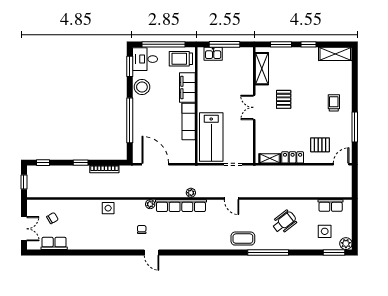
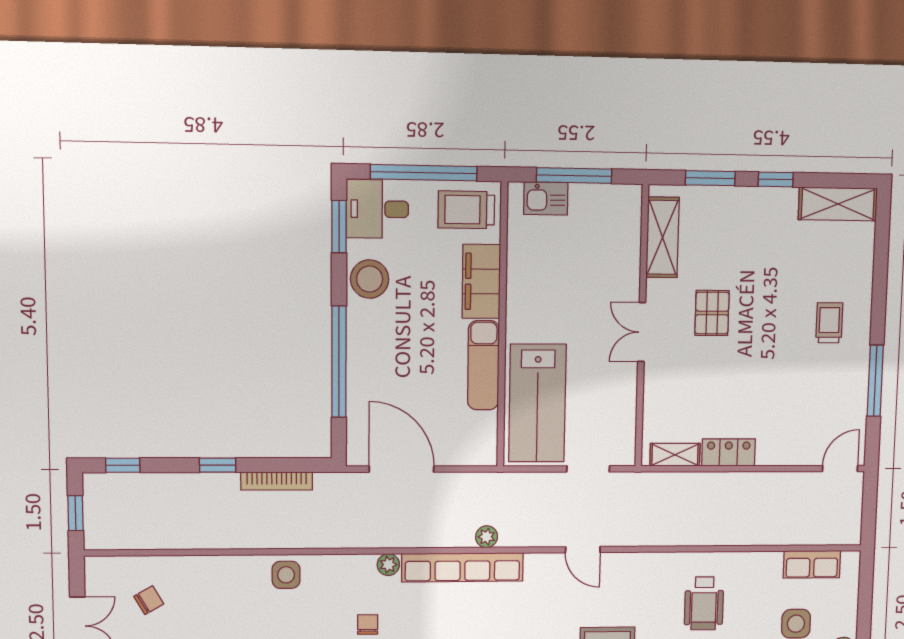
pallet: (320, 145) -> (793, 423), removed
wheelchair: (284, 222) -> (704, 603), turned 128

